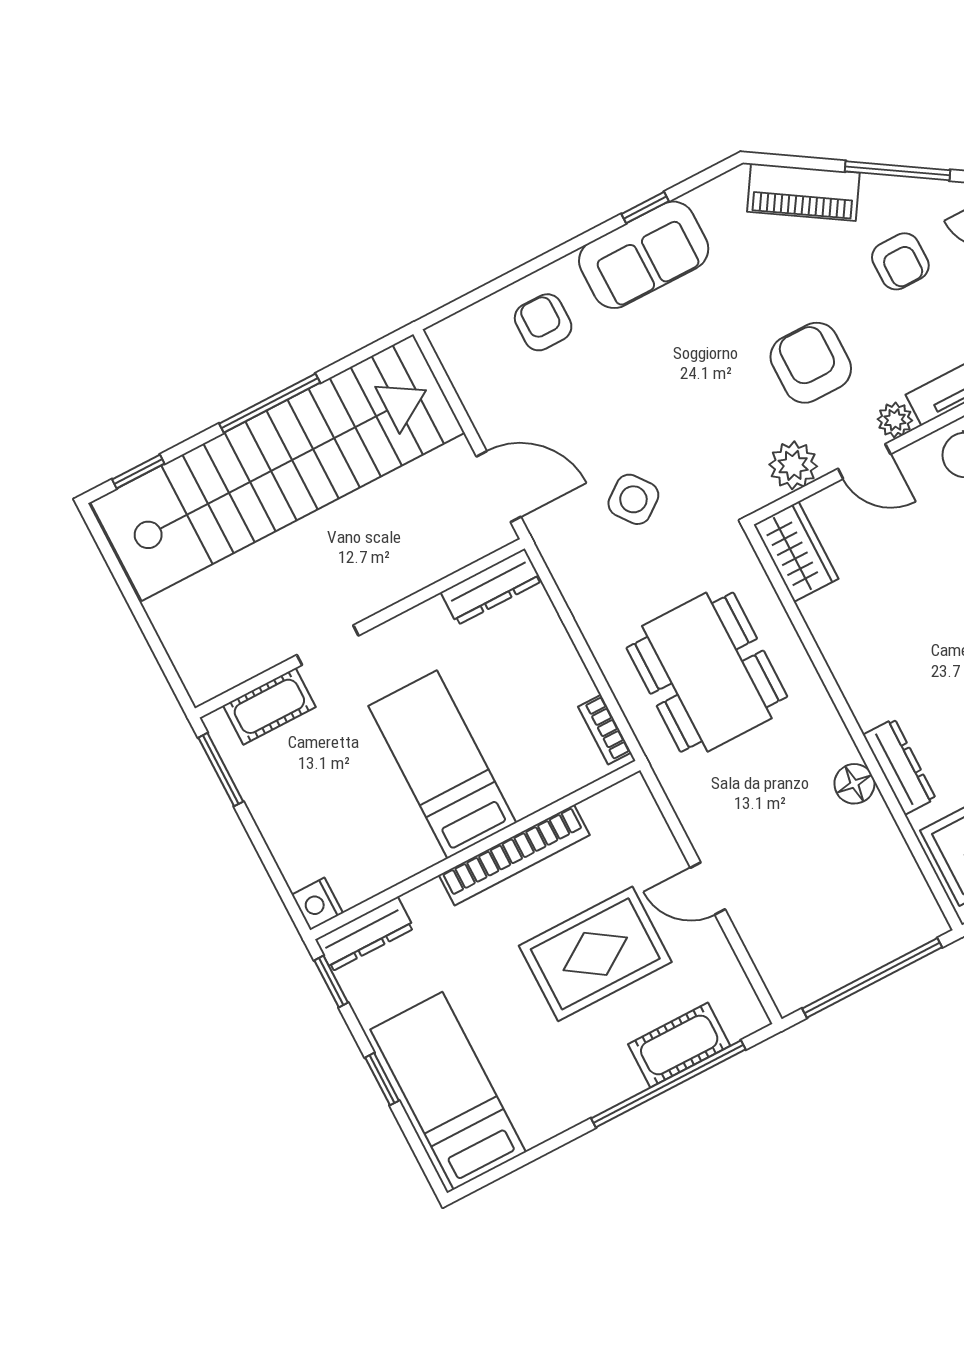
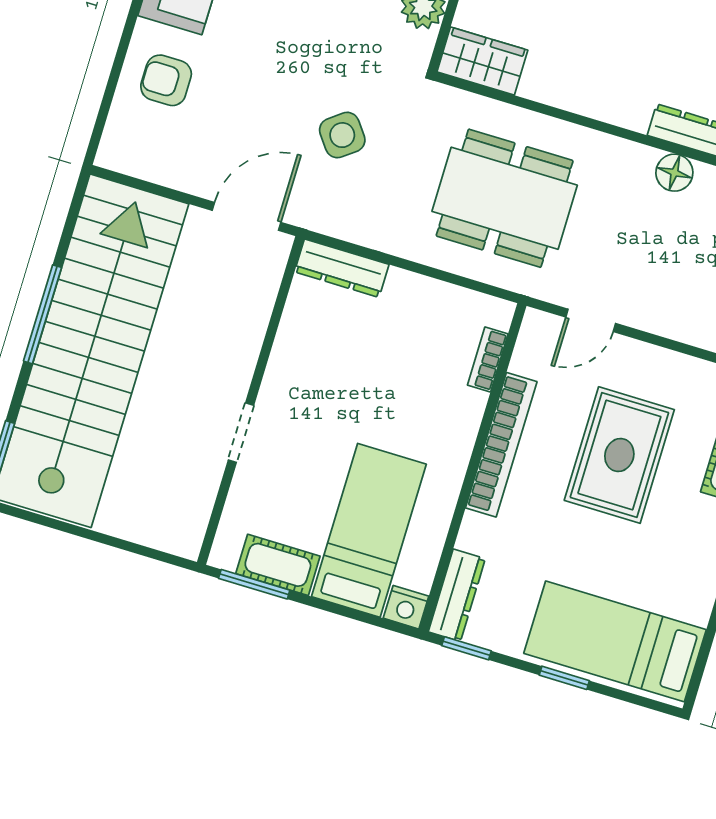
dresser: (491, 587) -> (342, 268), moved, turned 90
cot: (269, 706) -> (278, 565), moved, turned 90
bookcase: (605, 730) -> (488, 359), moved, turned 90
bed: (442, 764) -> (369, 530), moved, turned 90
door: (708, 889) -> (591, 320), moved

